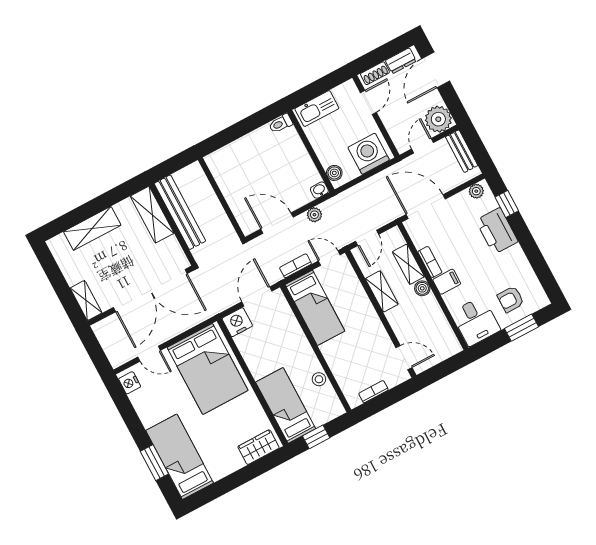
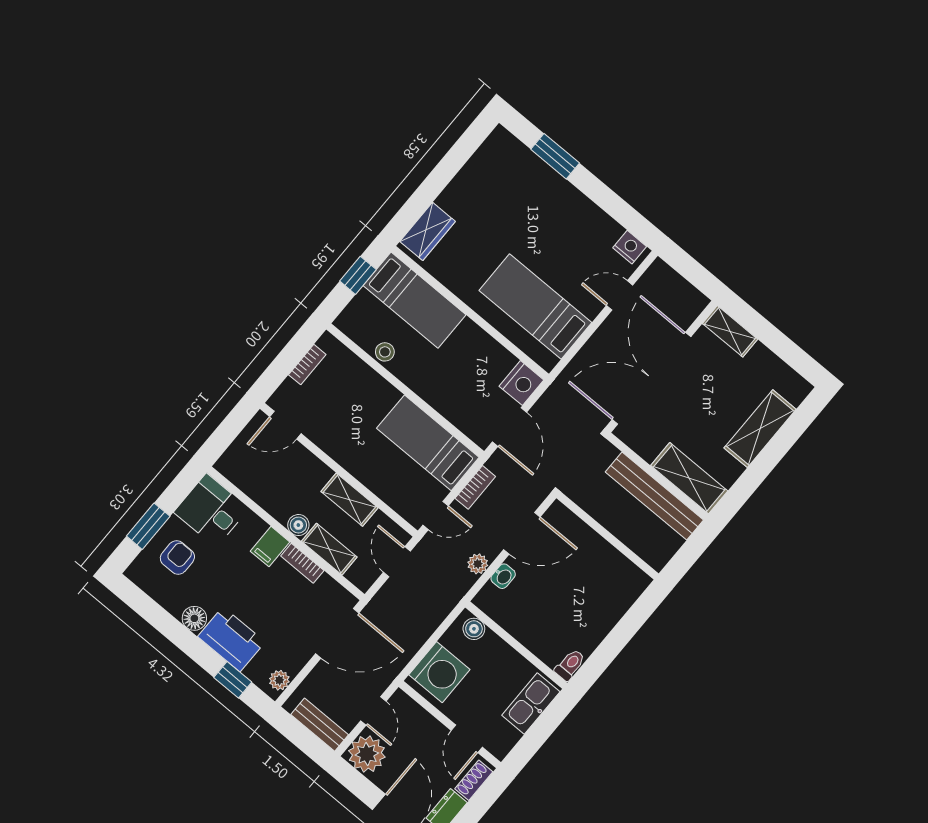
washbasin: (319, 190) -> (503, 576), moved
floor lamp: (516, 255) -> (194, 618), added
bed: (208, 369) -> (535, 306), width x0.67
bed: (180, 457) -> (525, 177), removed

